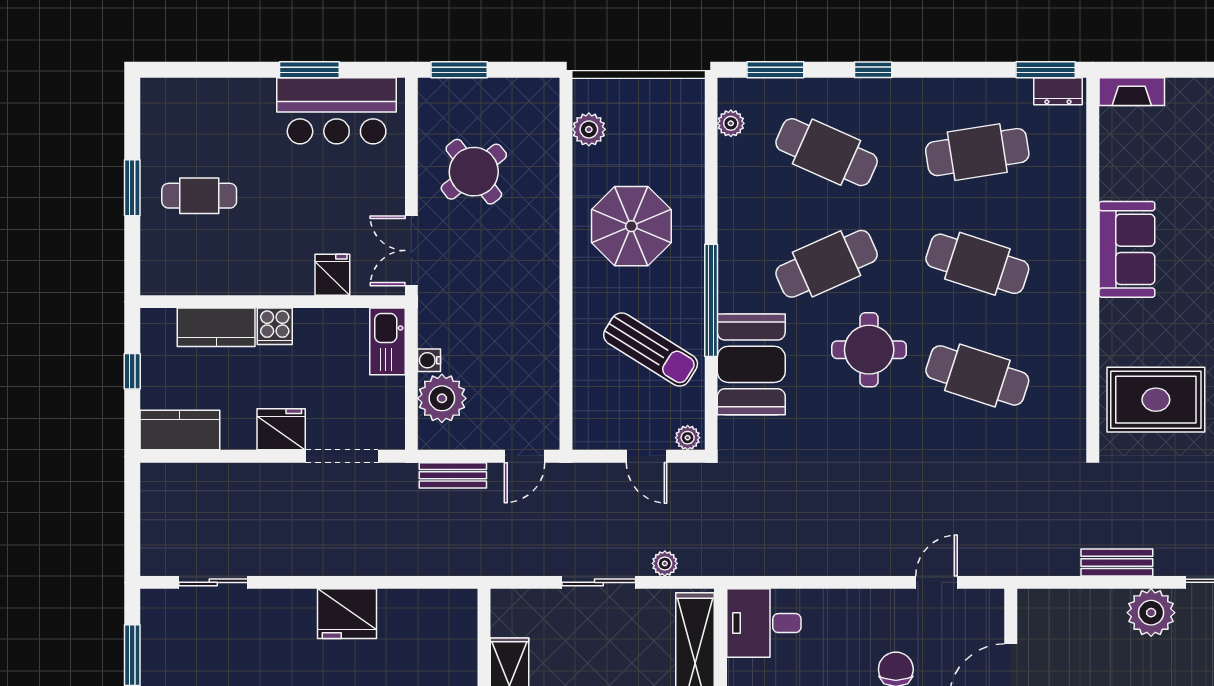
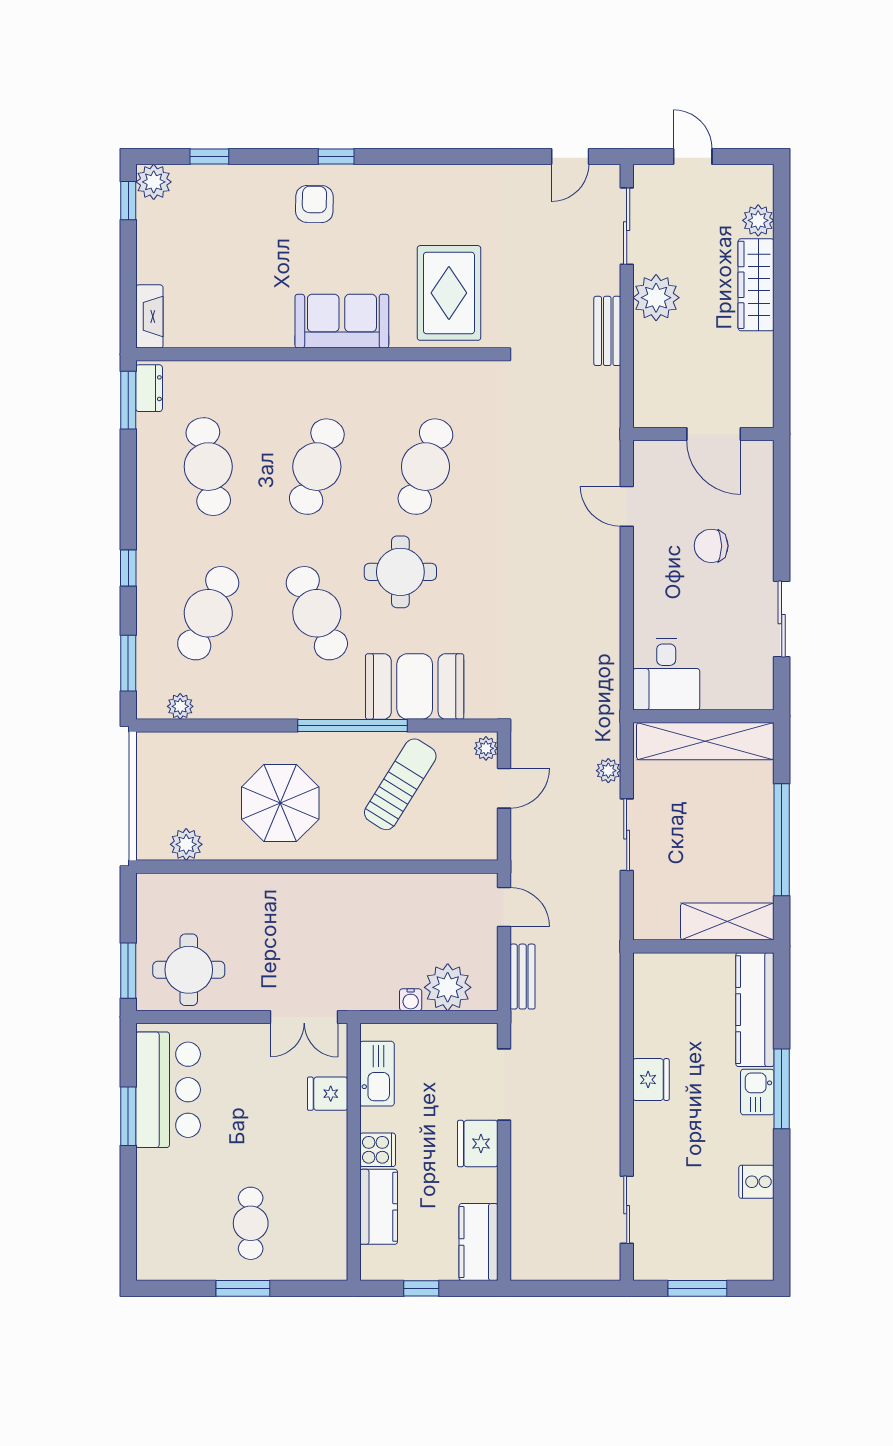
round table: (474, 172) -> (189, 970), moved, turned 38
sofa: (1127, 249) -> (342, 321), moved
kitchen sink: (387, 341) -> (377, 1074), moved, turned -90
fridge: (347, 614) -> (651, 1080), width x0.73, depth x0.75

